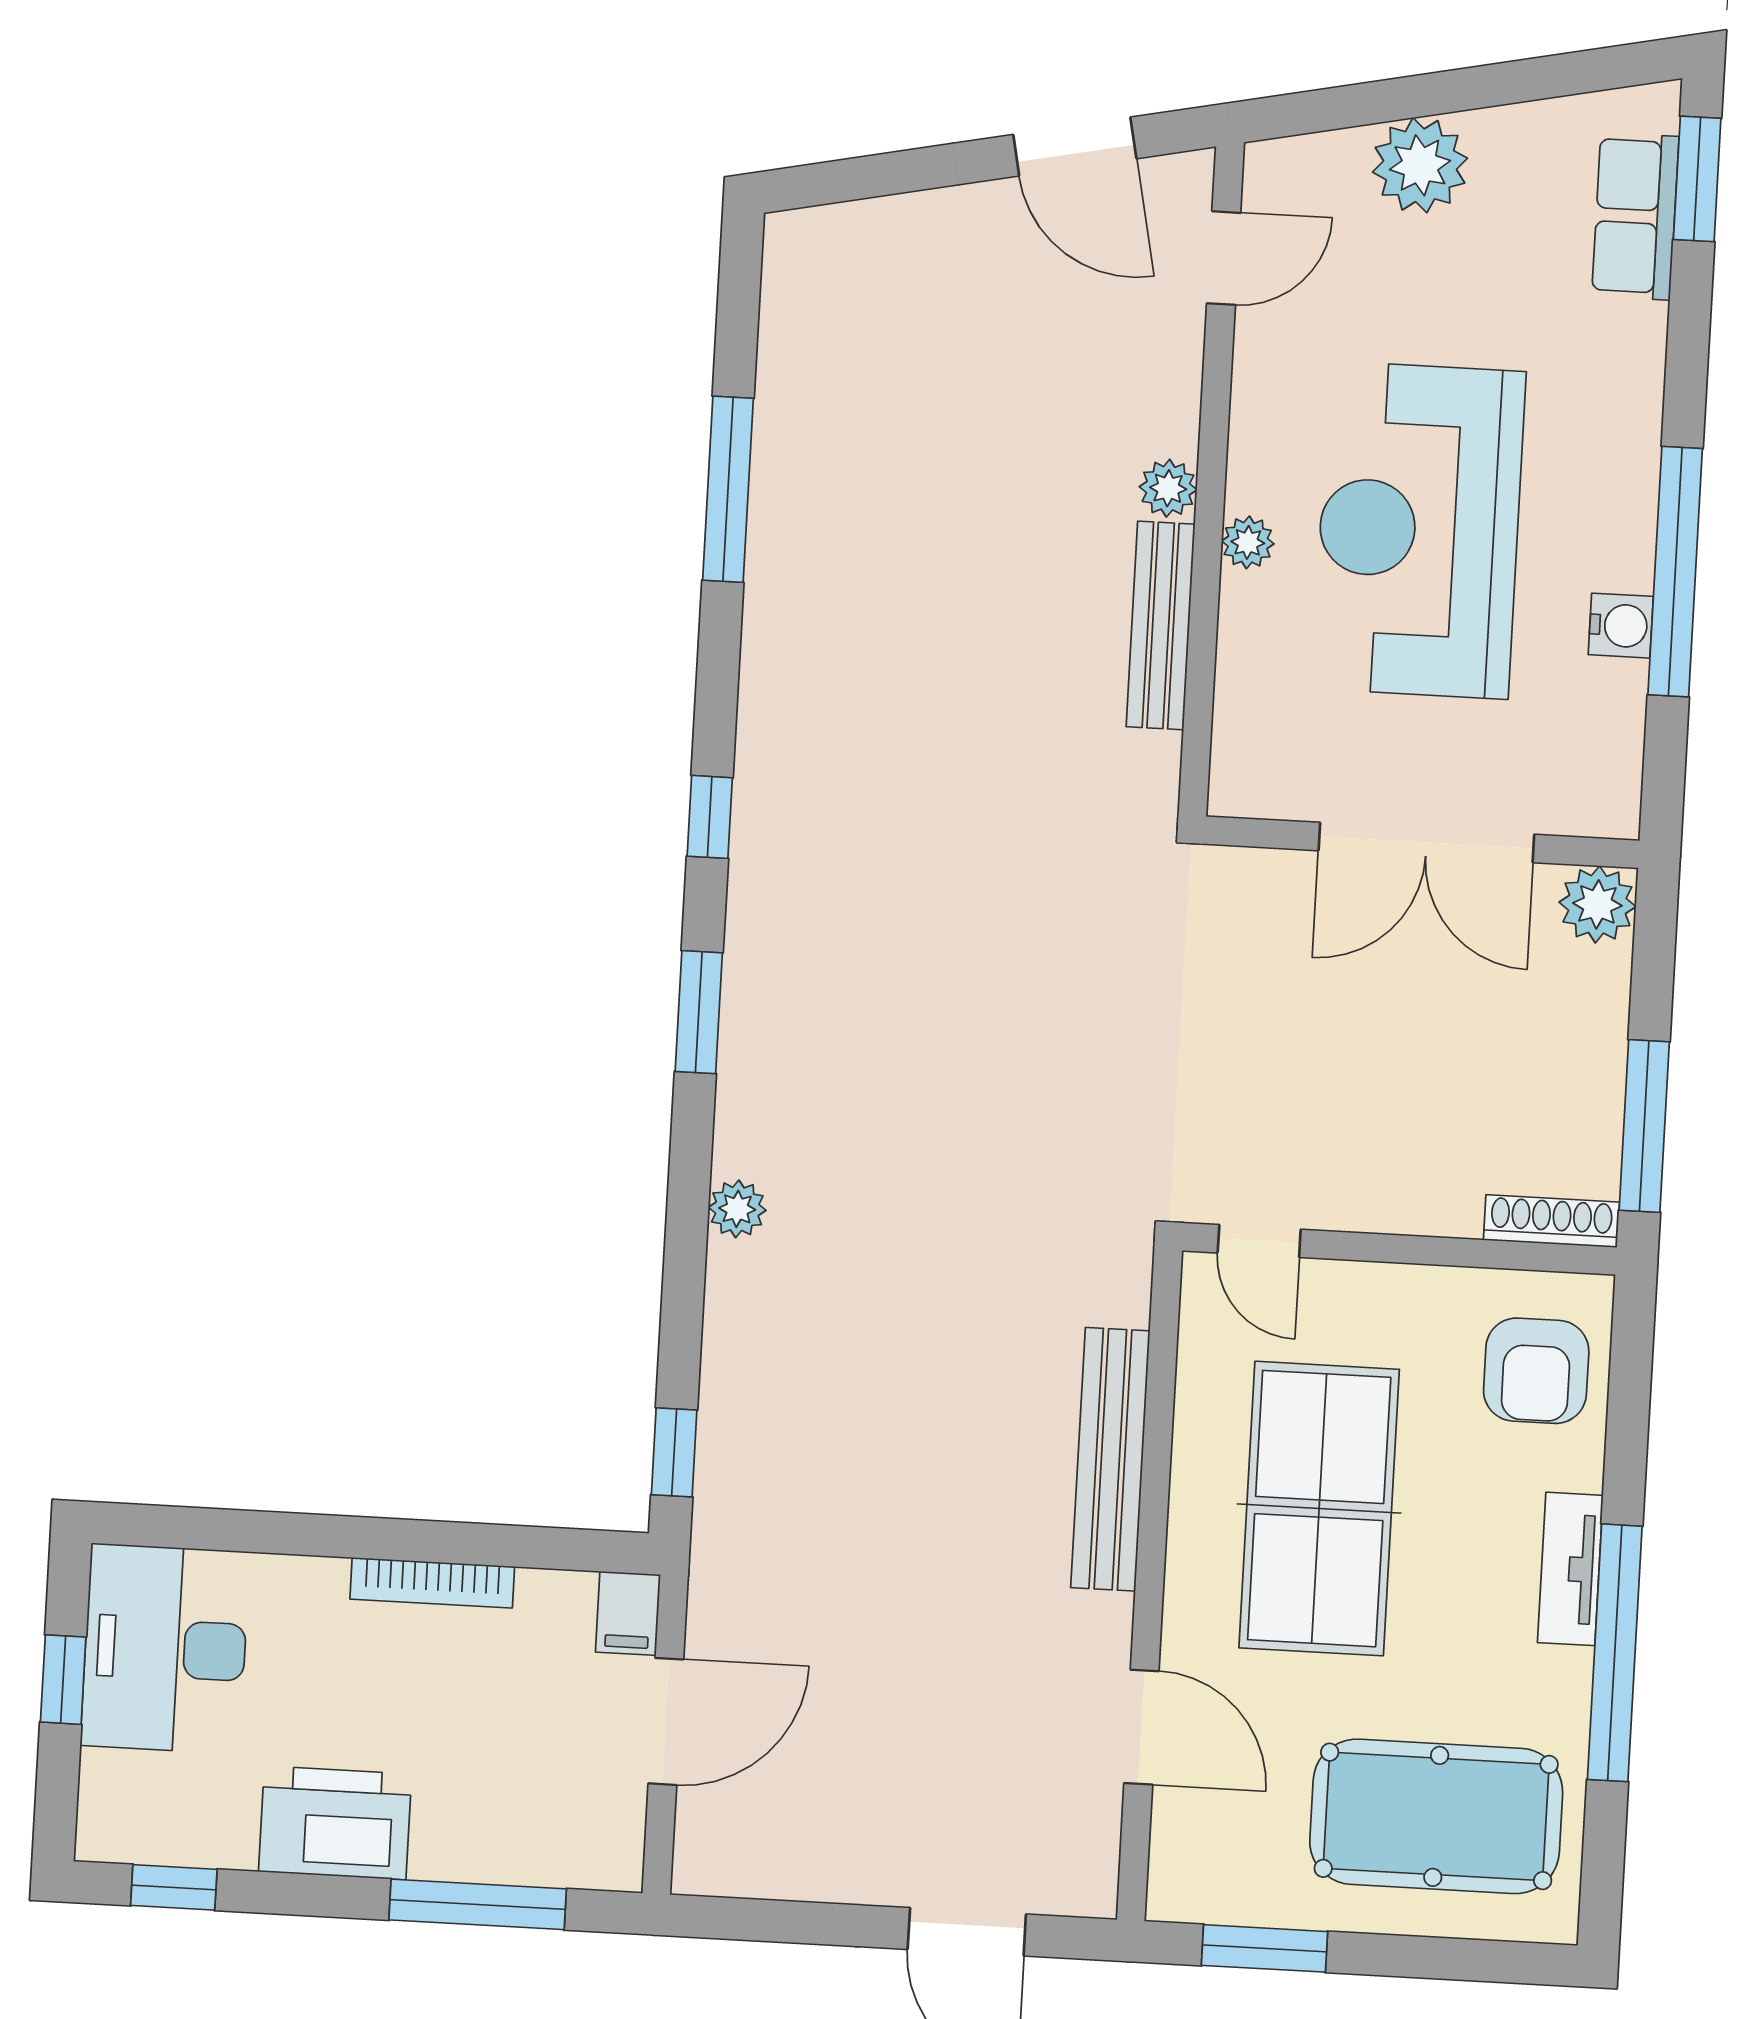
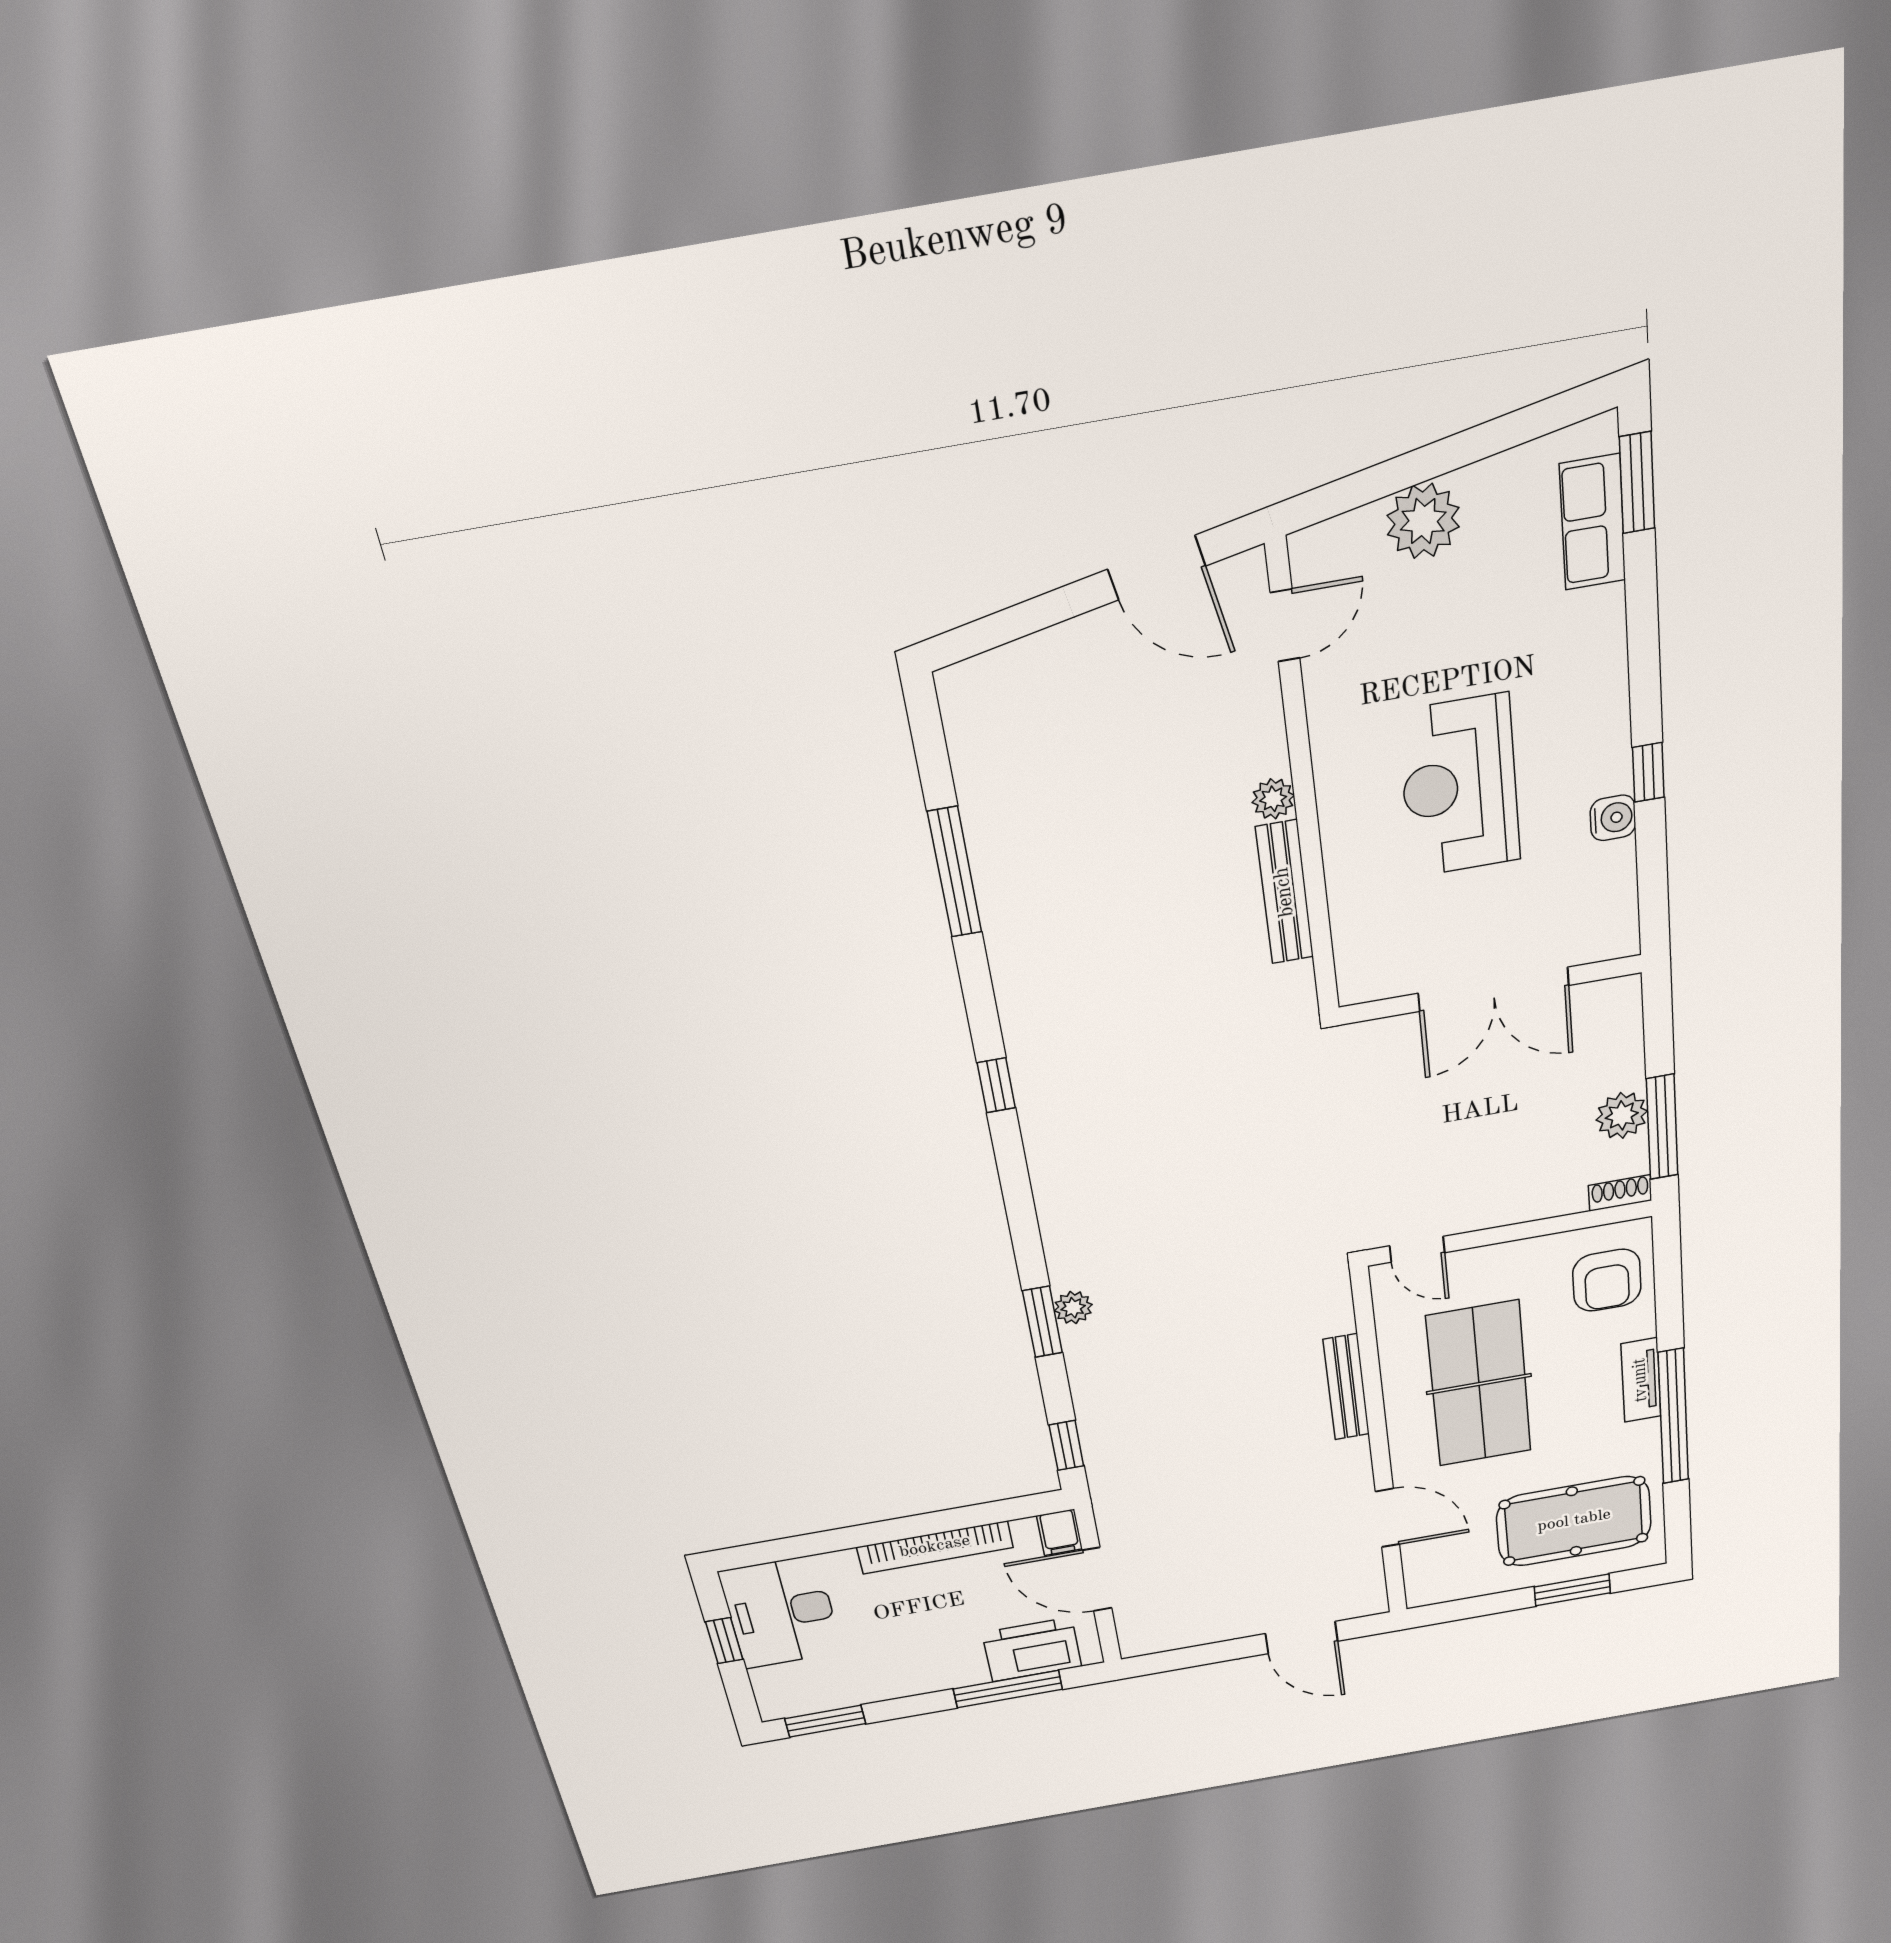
reception desk: (1419, 530) -> (1460, 786), width x0.74, depth x0.77
plant: (1248, 542) -> (1337, 823), removed
window: (1675, 572) -> (1648, 772), width x0.32
plant: (1597, 904) -> (1622, 1115), moved
window: (699, 1012) -> (1042, 1322), moved
shoe rack: (1551, 1221) -> (1620, 1193), width x0.70
bench: (1110, 1459) -> (1346, 1387), width x0.73, depth x0.82
bookcase: (432, 1583) -> (935, 1547), width x1.48, depth x1.31
door: (666, 1721) -> (1097, 1579), swing flipped
printer: (335, 1823) -> (1032, 1650), moved
window: (174, 1887) -> (825, 1721), width x1.50
window: (1265, 1948) -> (1572, 1590), moved

